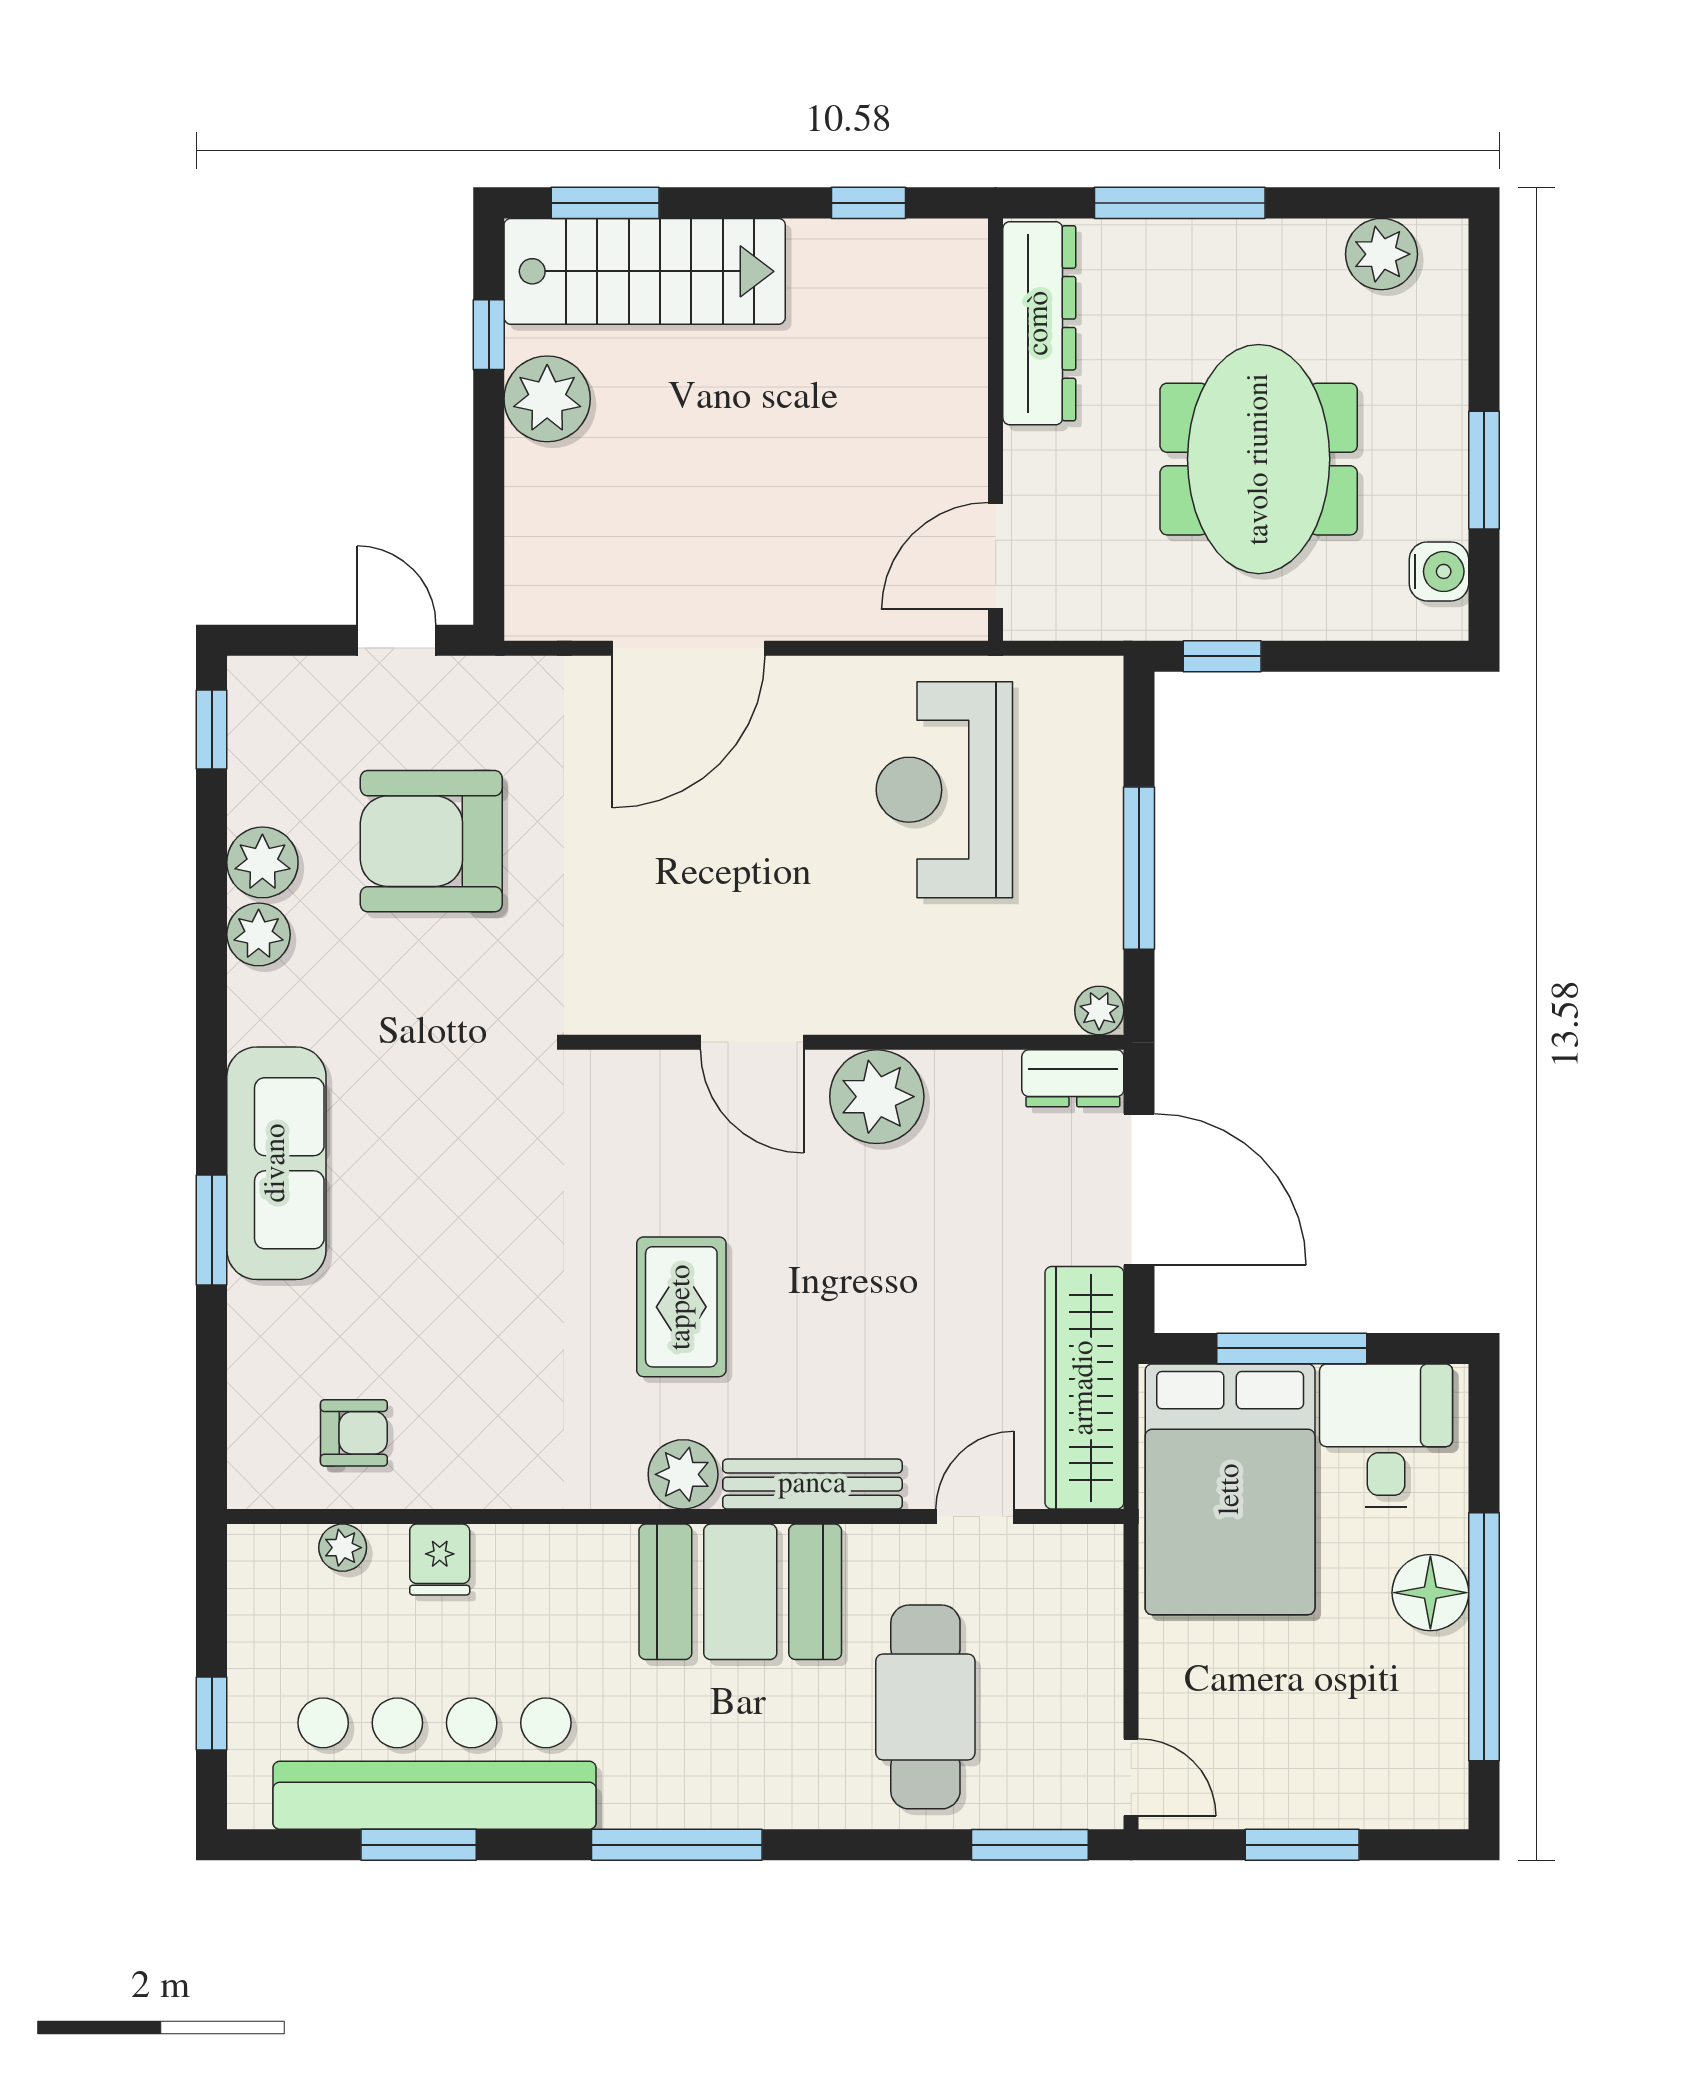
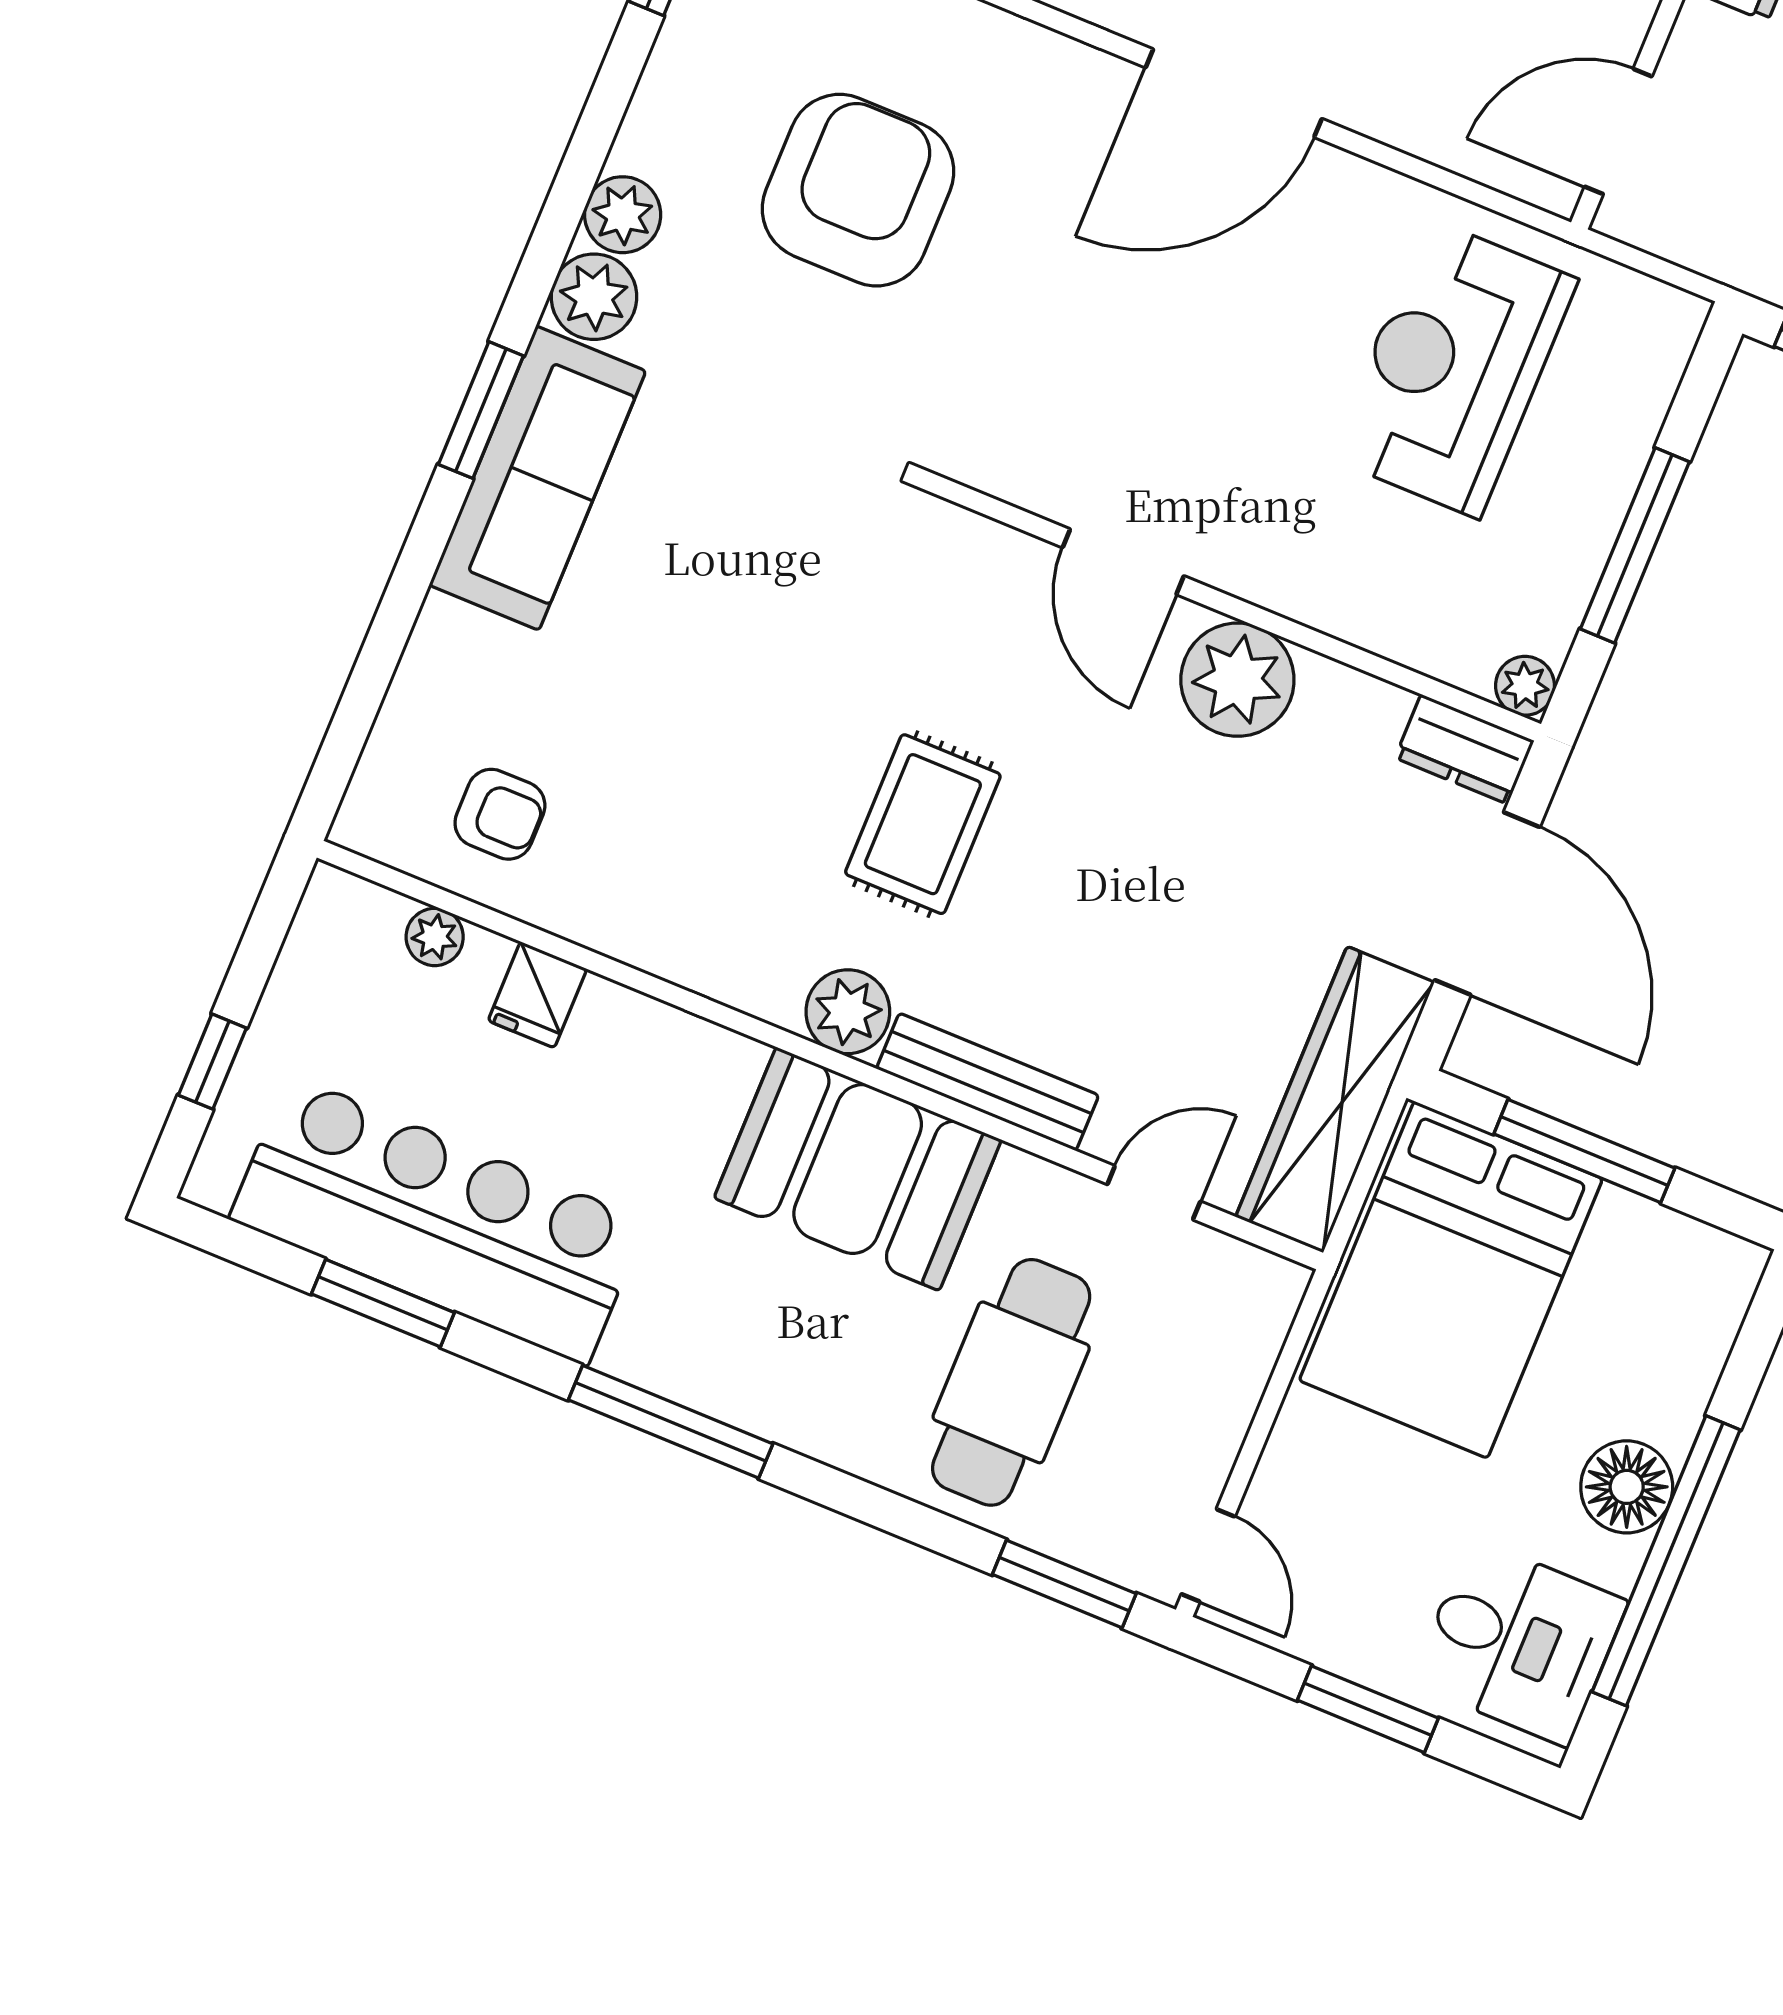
armchair: (431, 841) -> (858, 190), turned 90
plant: (262, 862) -> (594, 297), moved
window: (212, 1230) -> (481, 410), moved
desk: (1386, 1435) -> (1519, 1642), moved, turned 90

